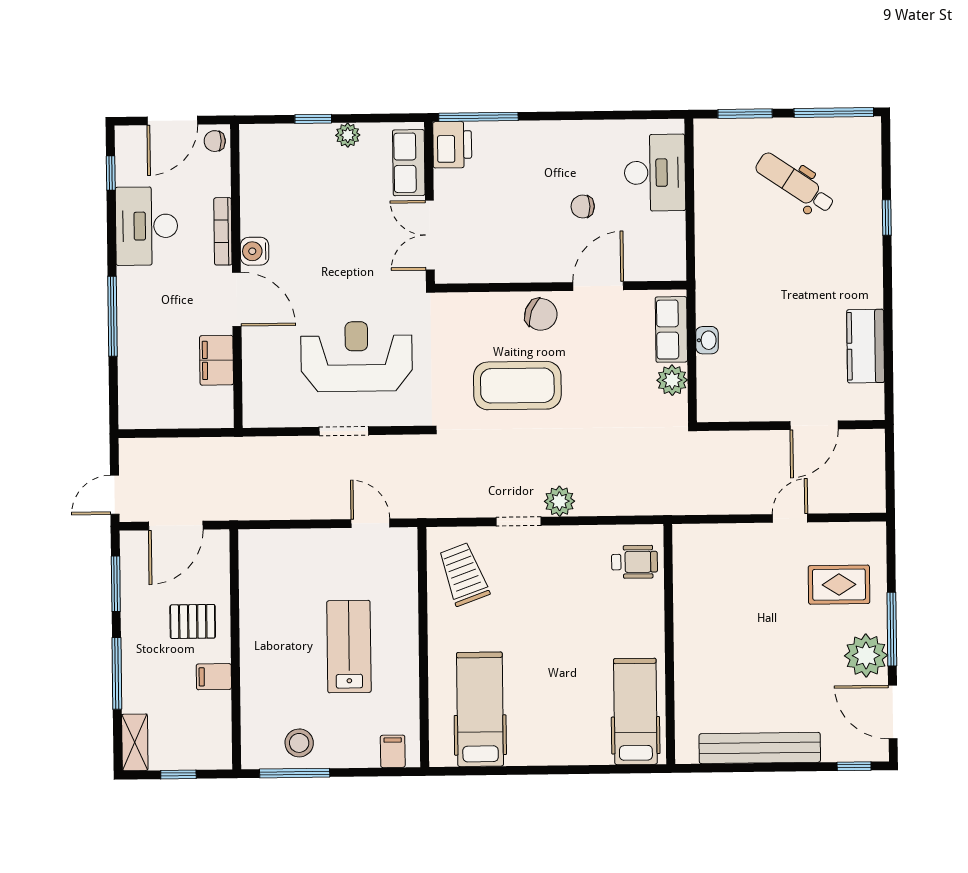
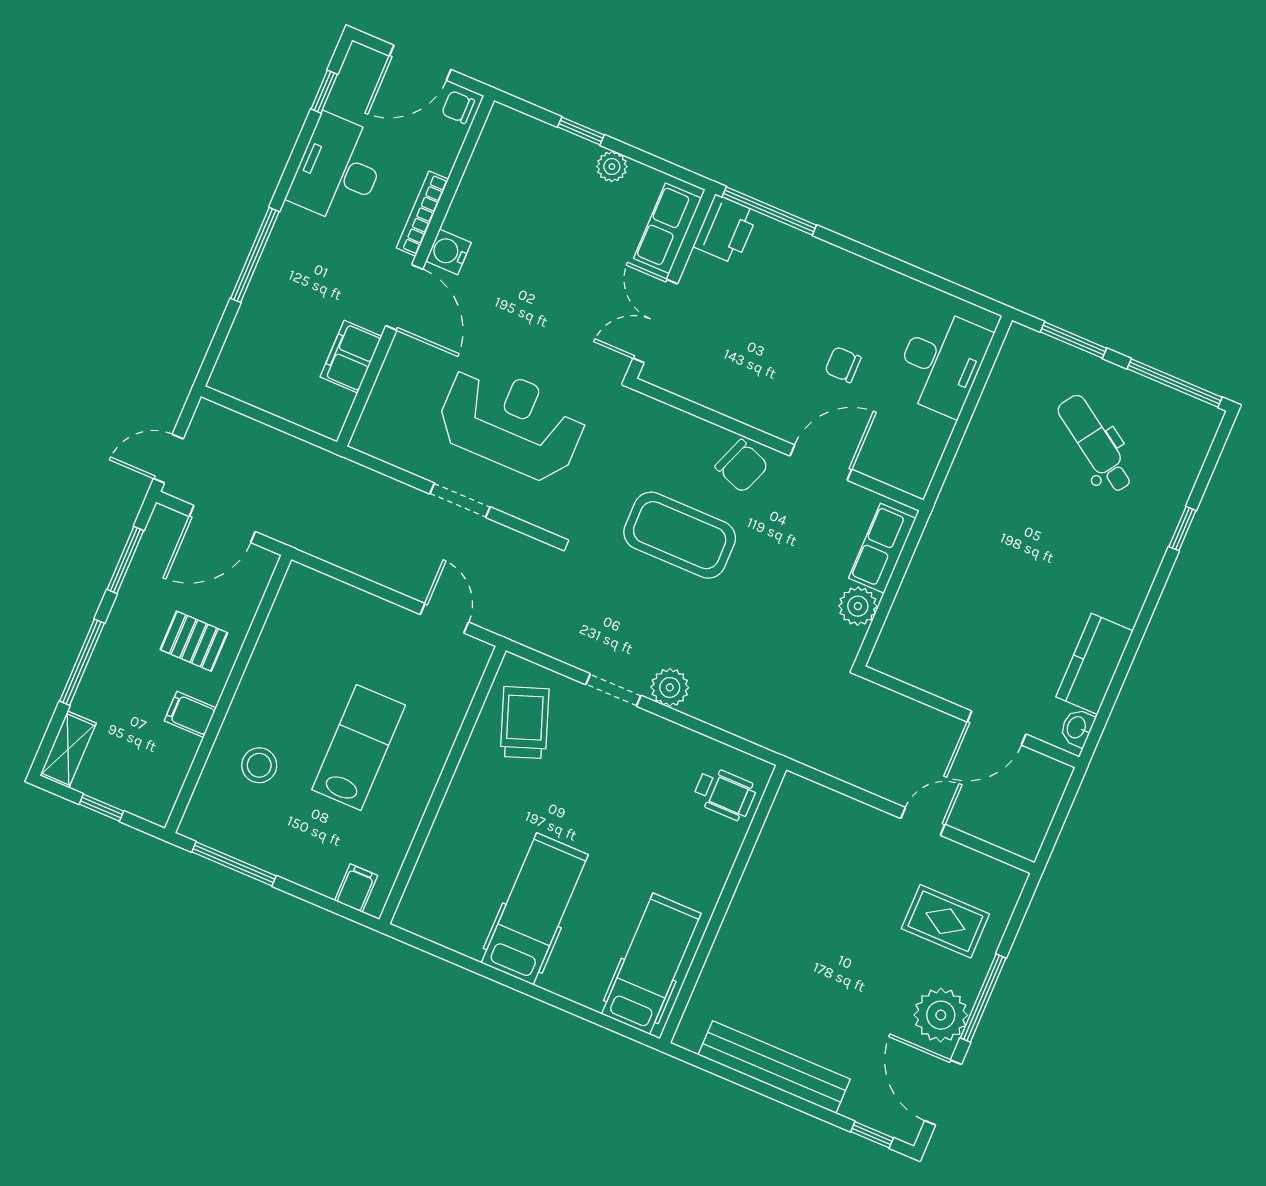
washbasin: (707, 340) -> (1077, 728), moved, turned 180
hospital bed: (480, 709) -> (535, 909), moved
stool: (299, 743) -> (259, 765), moved

